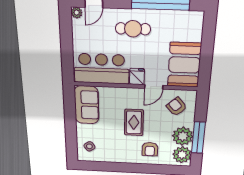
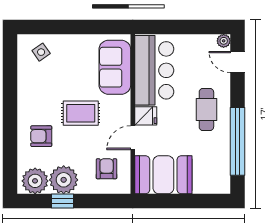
door: (154, 87) -> (133, 138), hinge flipped
sofa: (87, 105) -> (115, 67), moved, turned 90
armchair: (177, 107) -> (107, 169), turned -48
window: (198, 138) -> (63, 201), width x0.46

